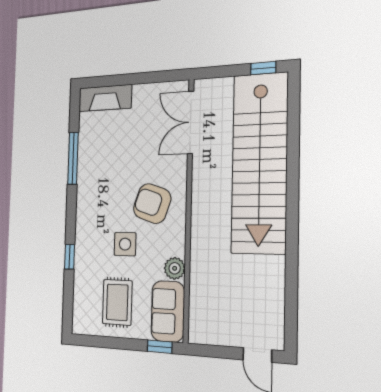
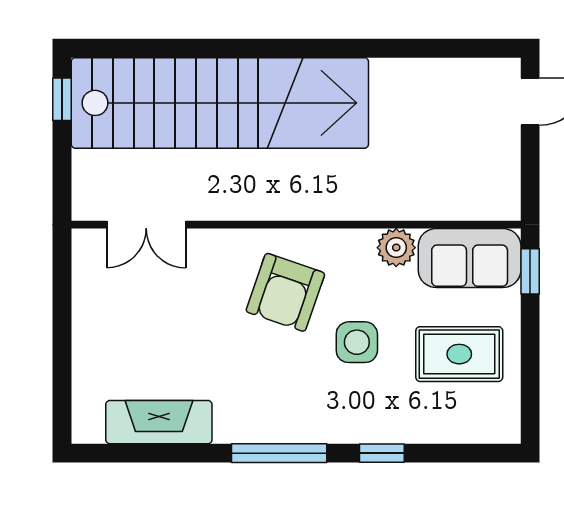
fireplace: (105, 98) -> (159, 422), moved, turned -90
double door: (191, 122) -> (146, 225), width x0.73
window: (73, 158) -> (279, 453), moved

